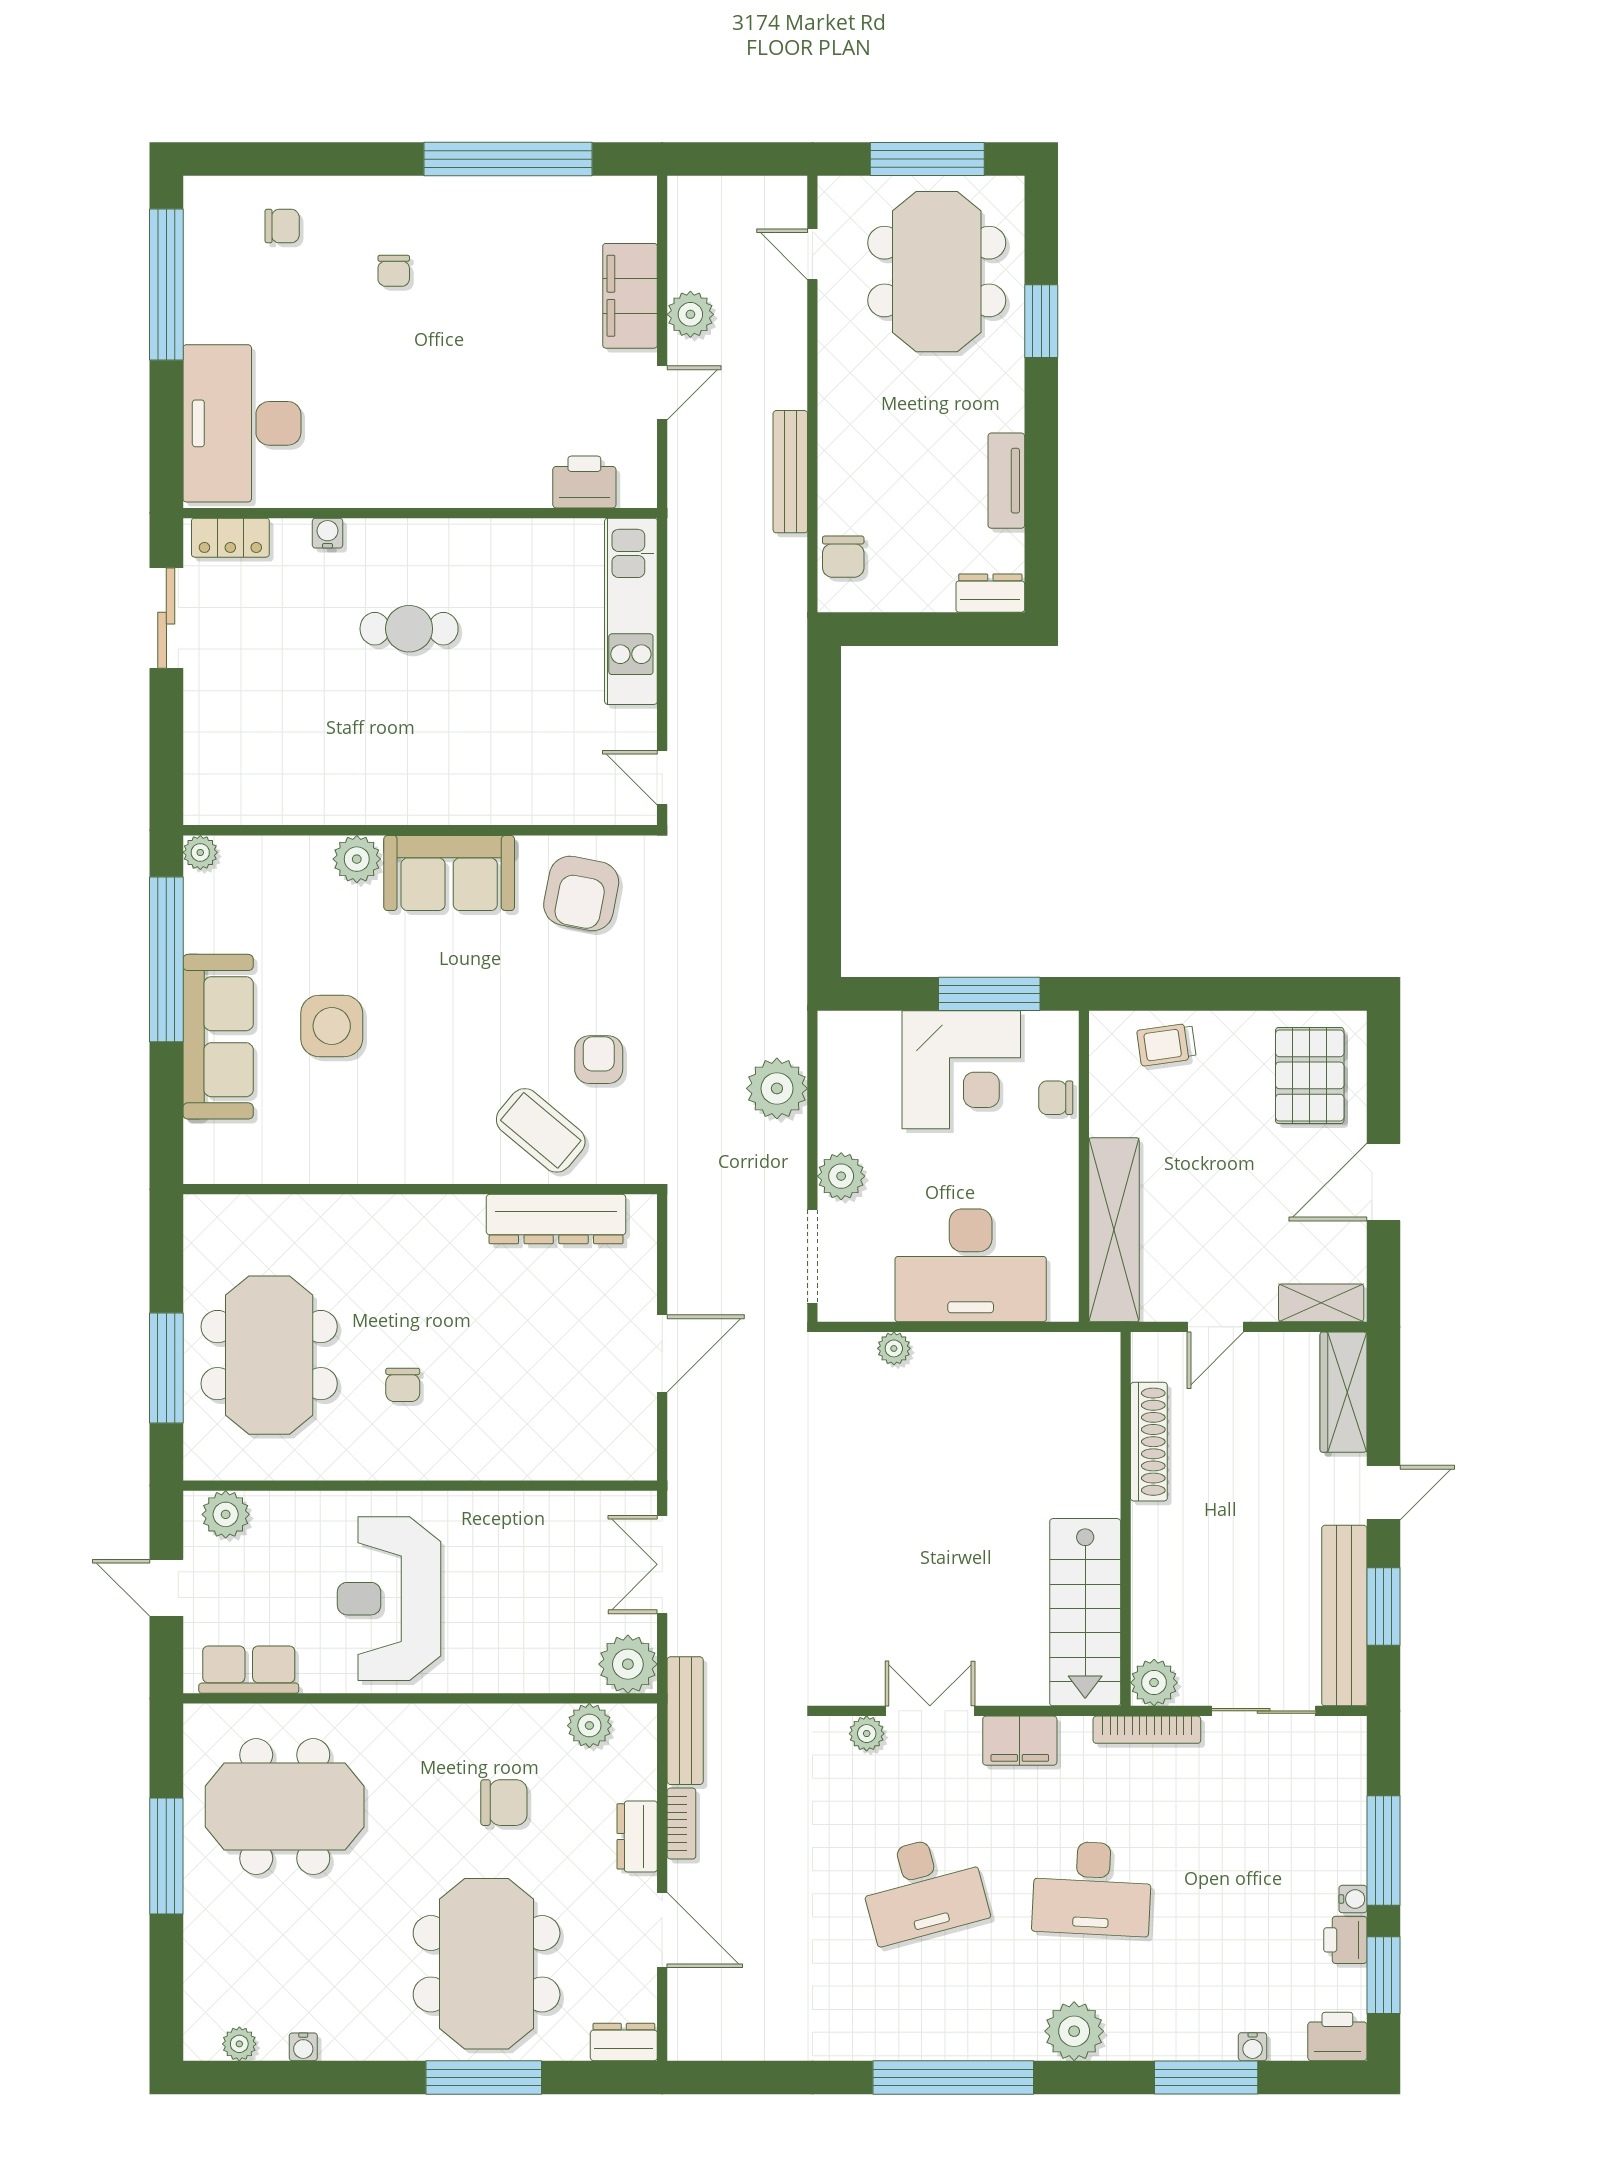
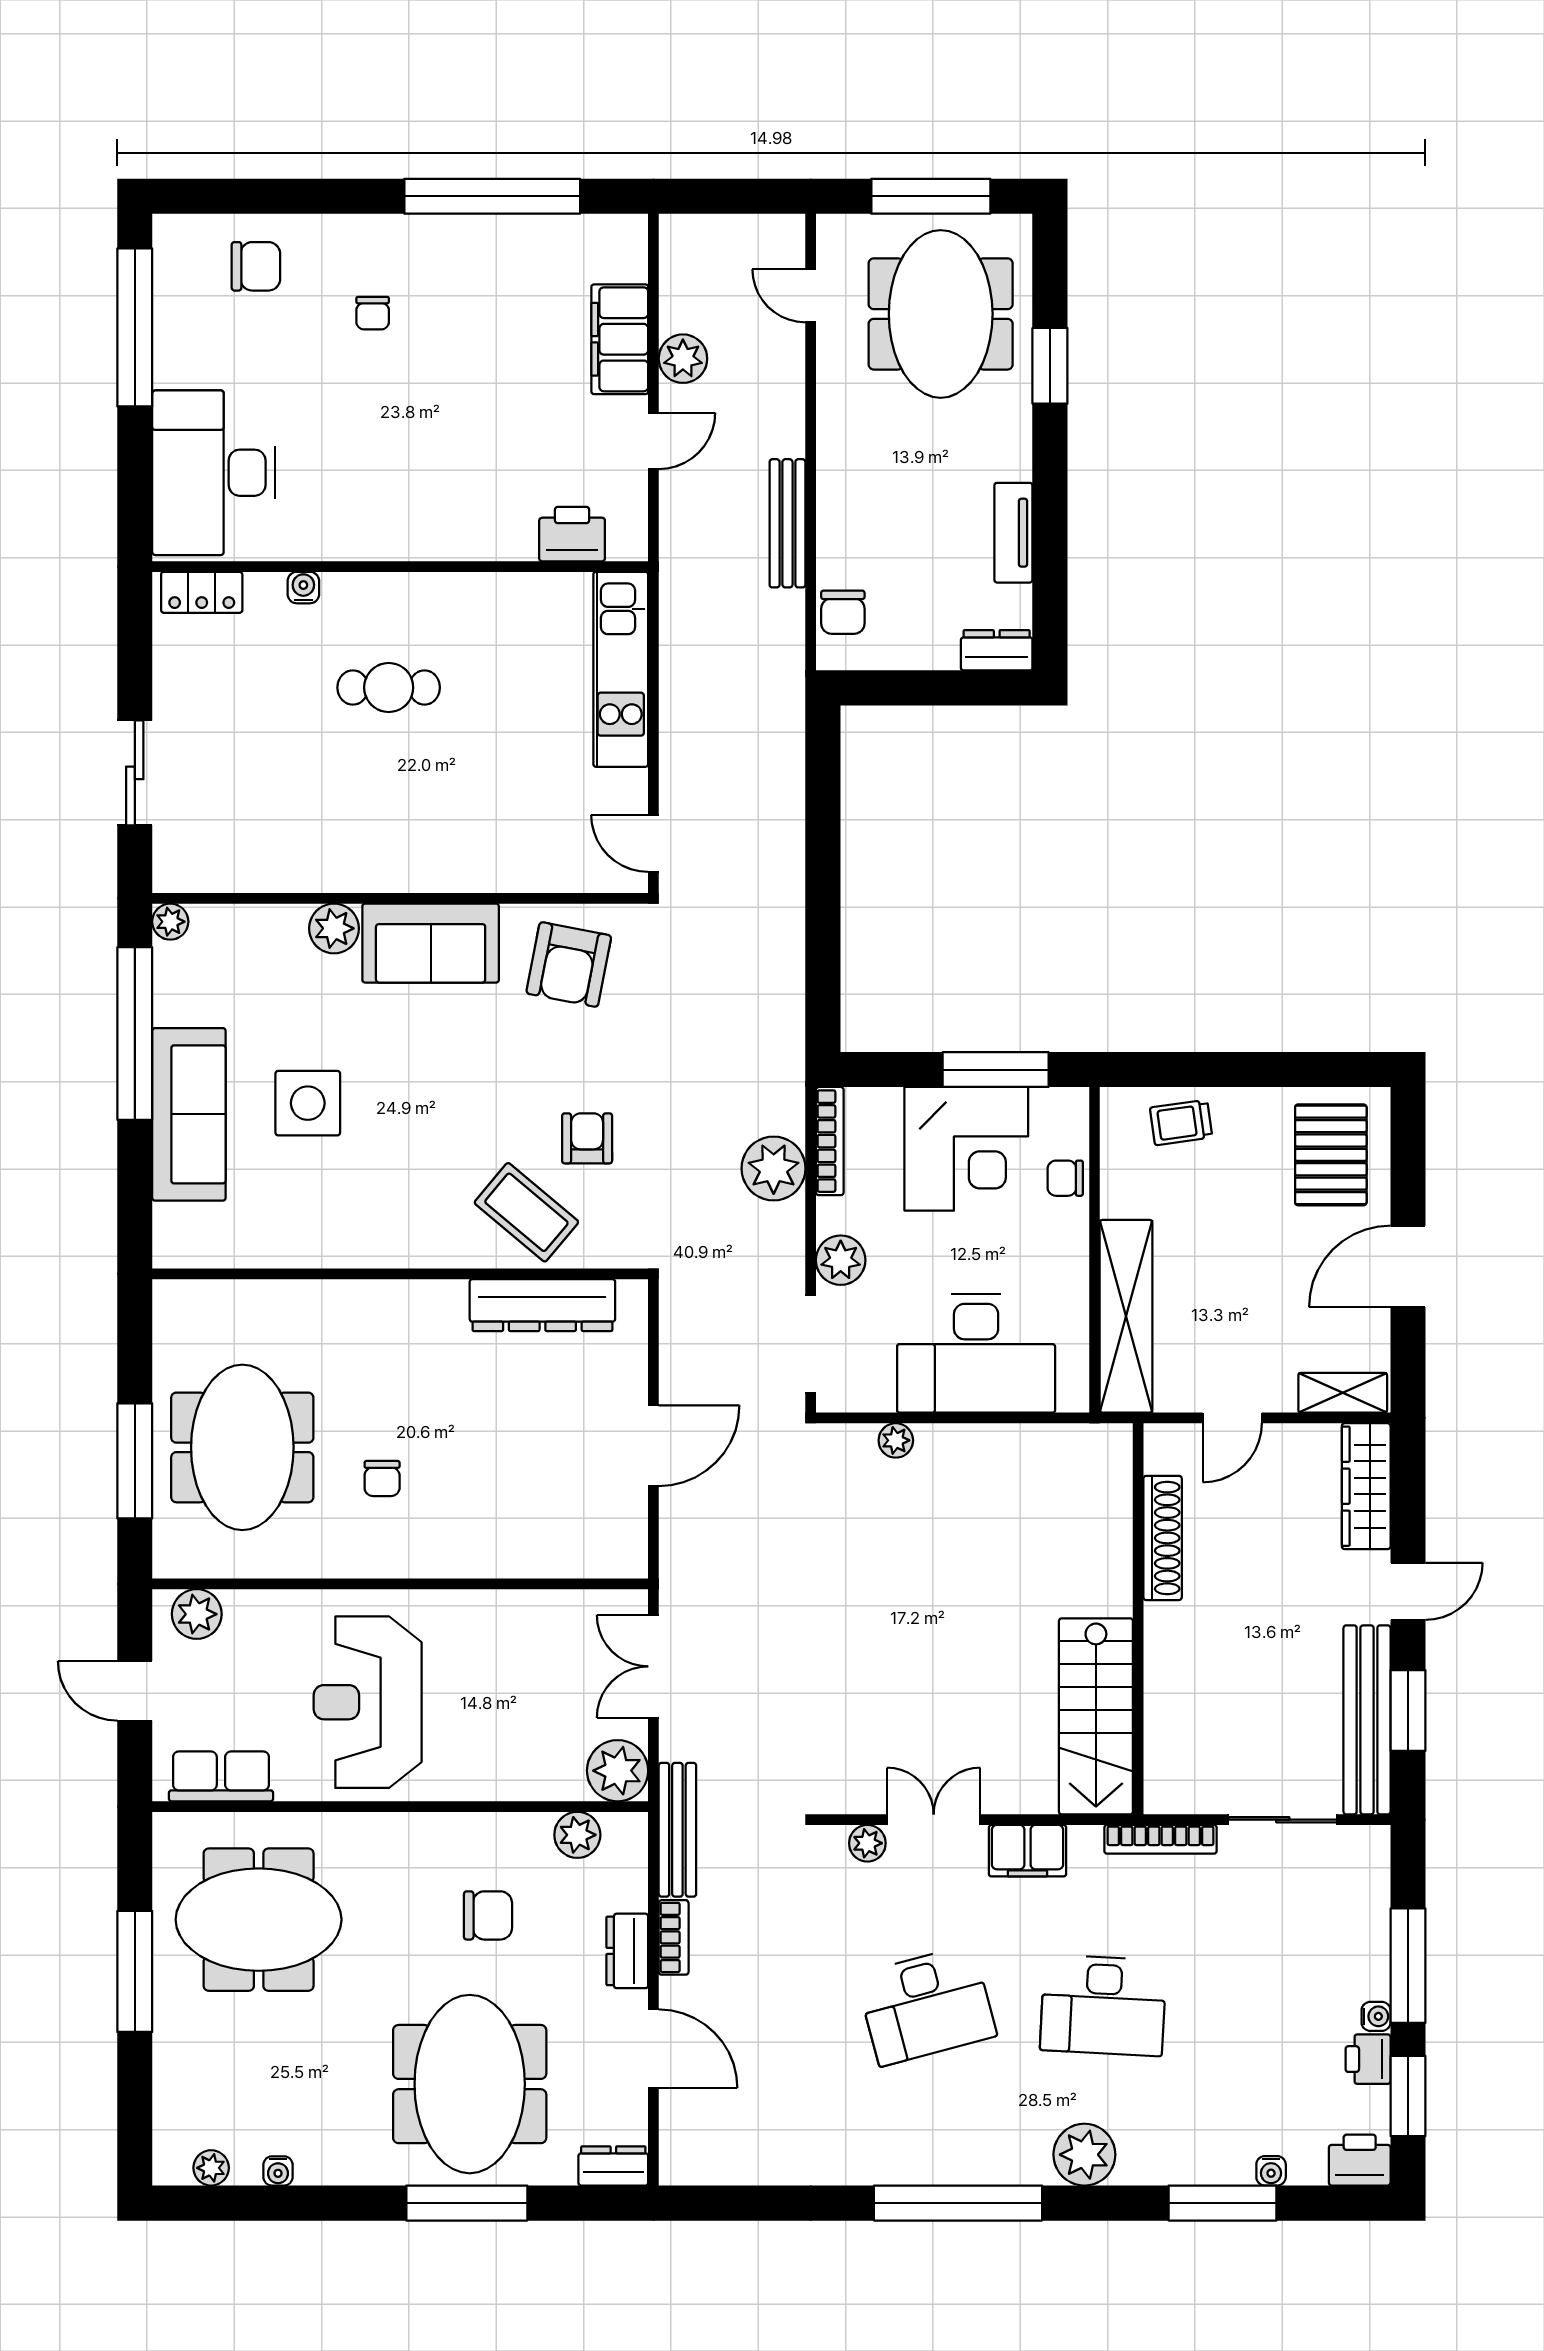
chair: (282, 226) -> (256, 266), width x1.37, depth x1.37
sliding door: (166, 618) -> (135, 773), moved
bookcase: (831, 1062) -> (830, 1141), added
plant: (1154, 1683) -> (1168, 1790), removed

